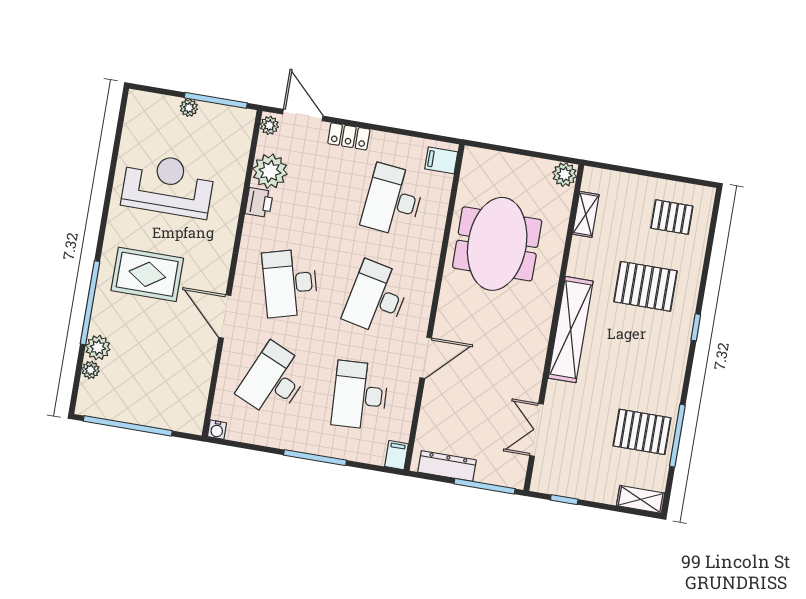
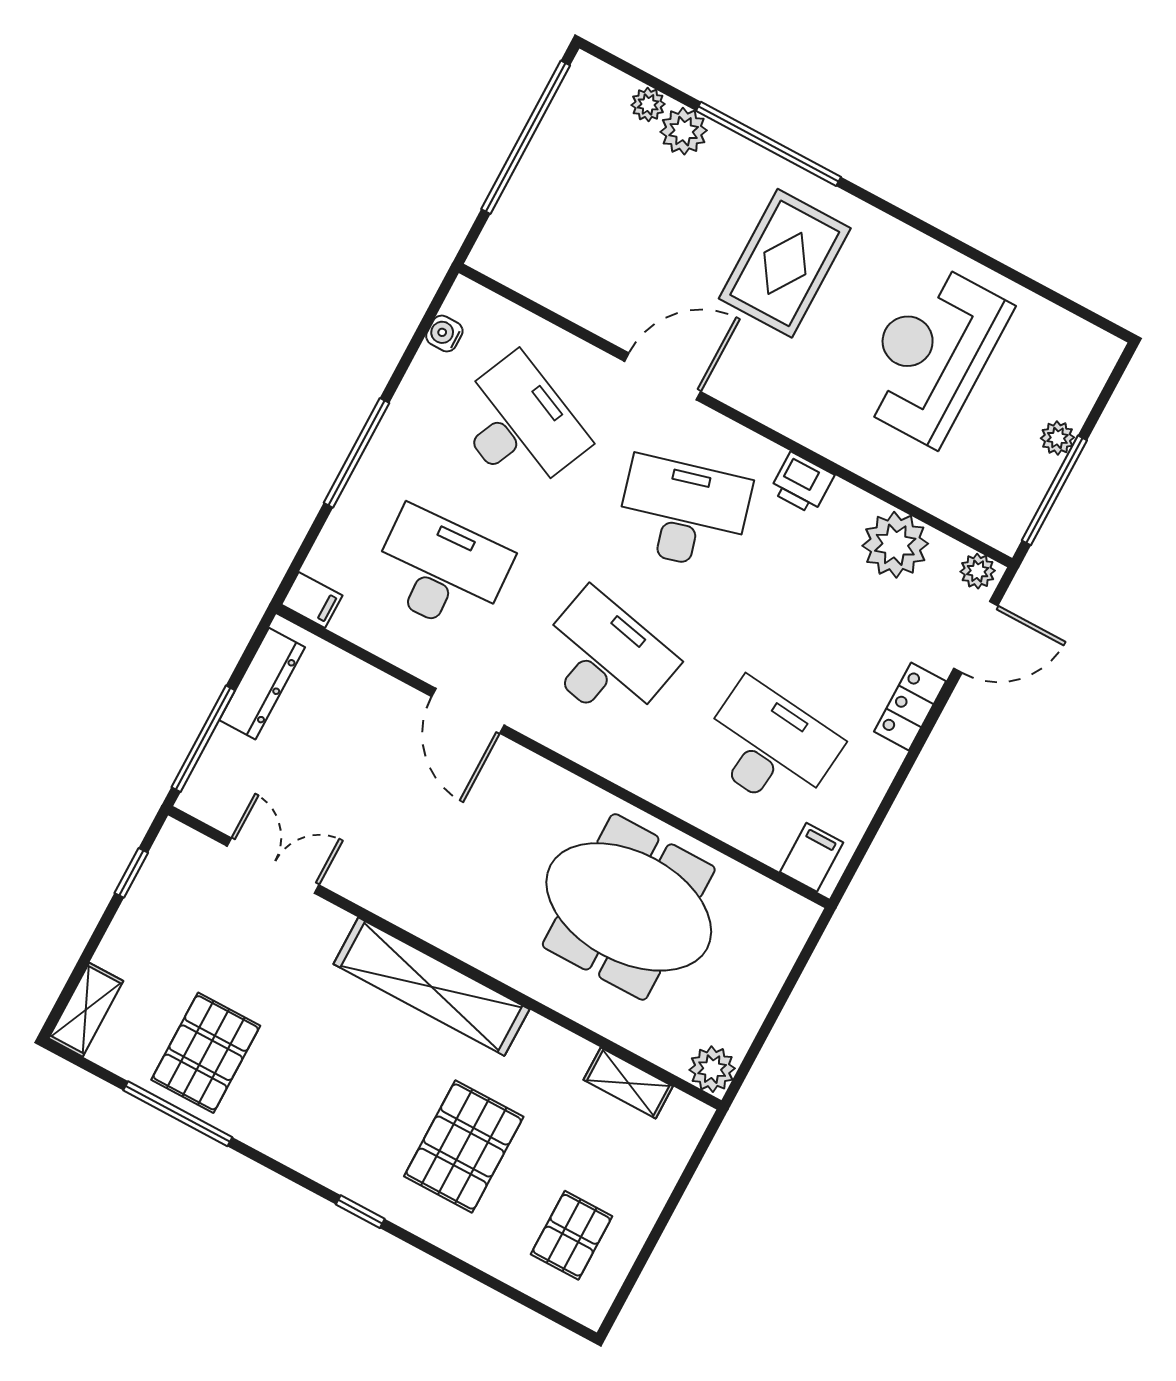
reception desk: (168, 185) -> (931, 354), turned 180
printer: (259, 203) -> (802, 483), moved
water cooler: (217, 430) -> (444, 334), moved

